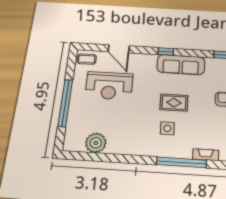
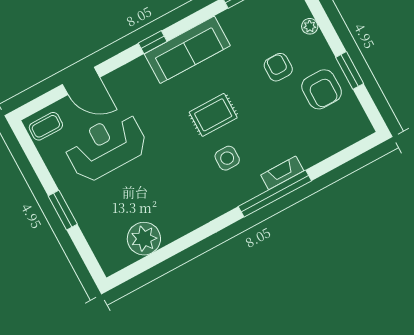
reception desk: (109, 86) -> (106, 147), turned 180
window: (65, 103) -> (63, 210), width x0.47
fireplace: (206, 155) -> (282, 173), moved

